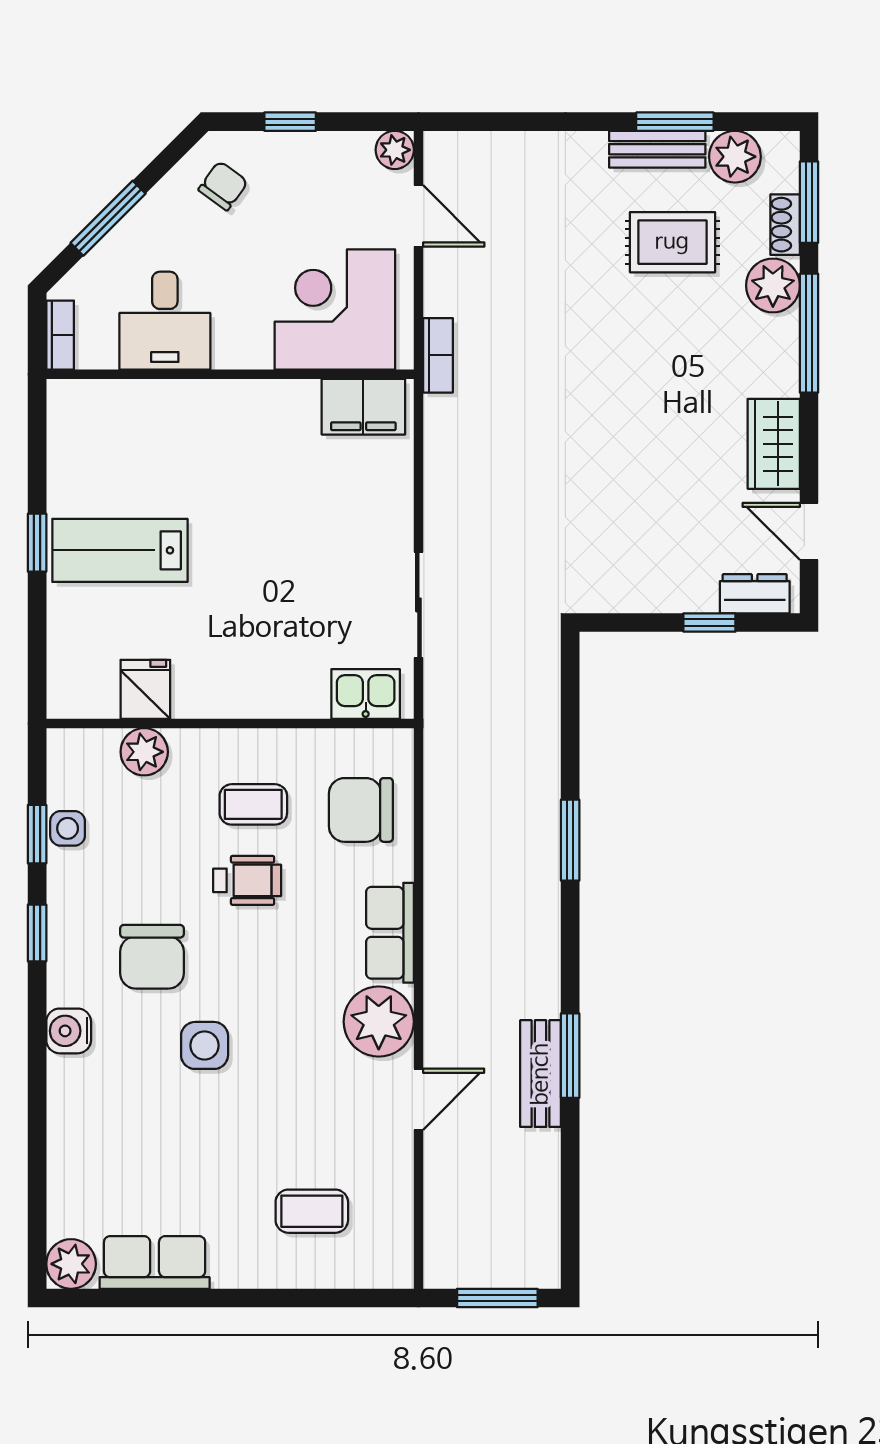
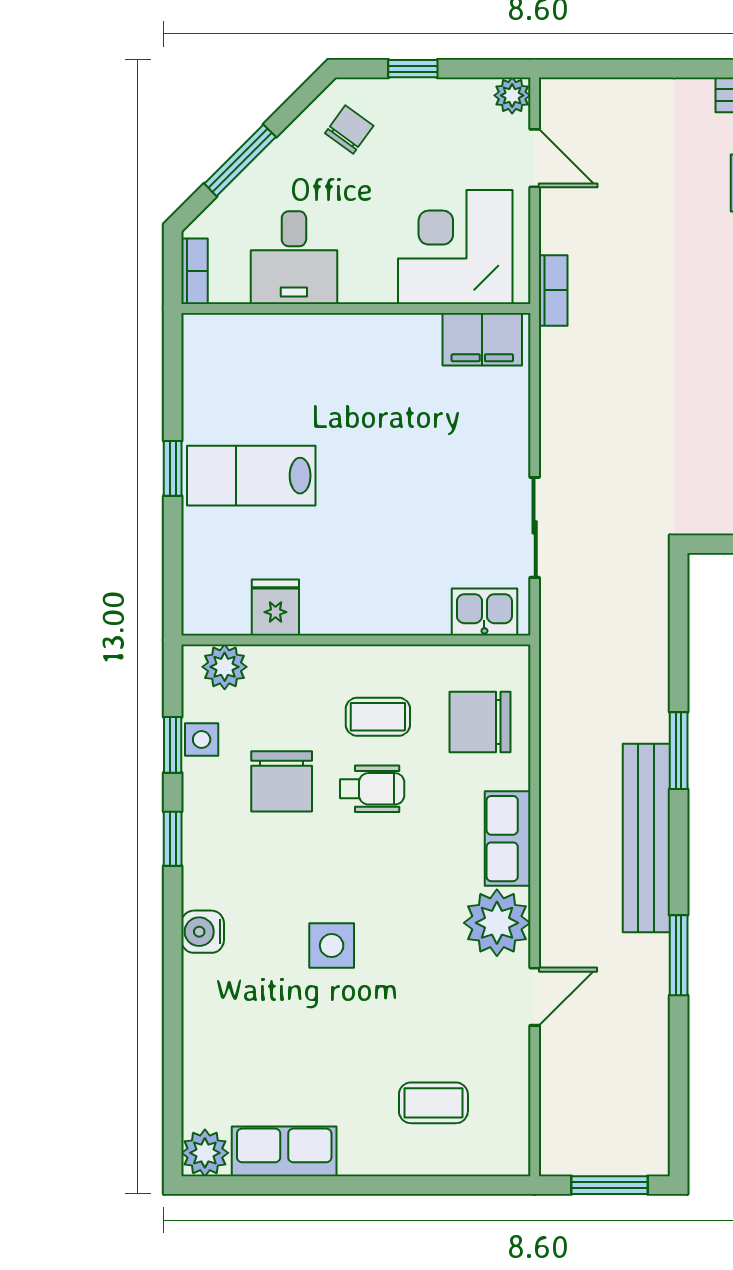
plant: (144, 752) -> (225, 667), moved
chair: (152, 957) -> (282, 781), moved
bench: (541, 1074) -> (646, 838), moved, width x1.86, depth x1.21

